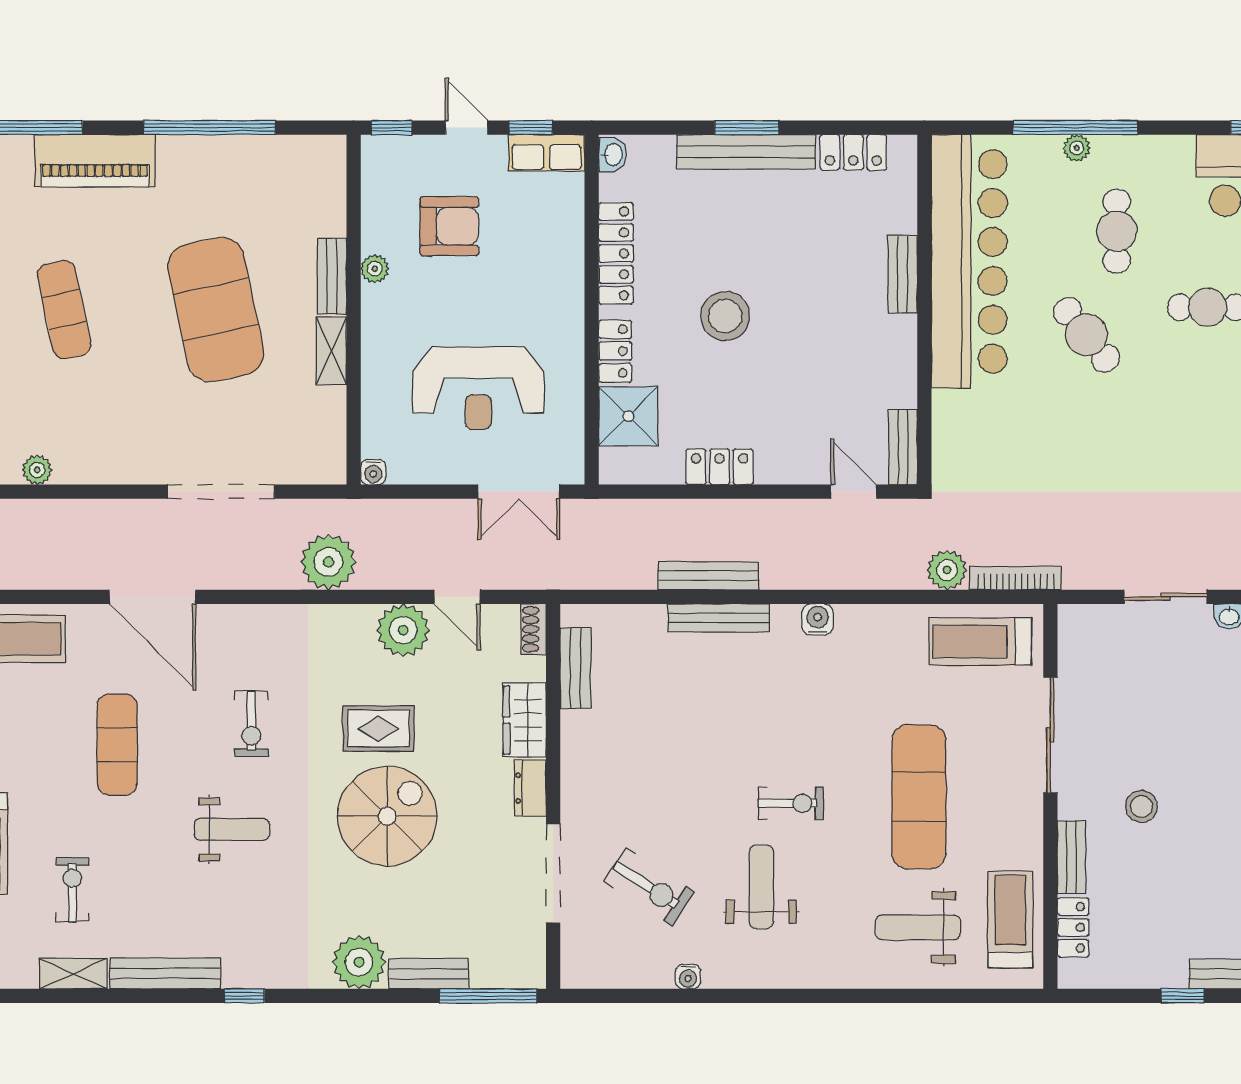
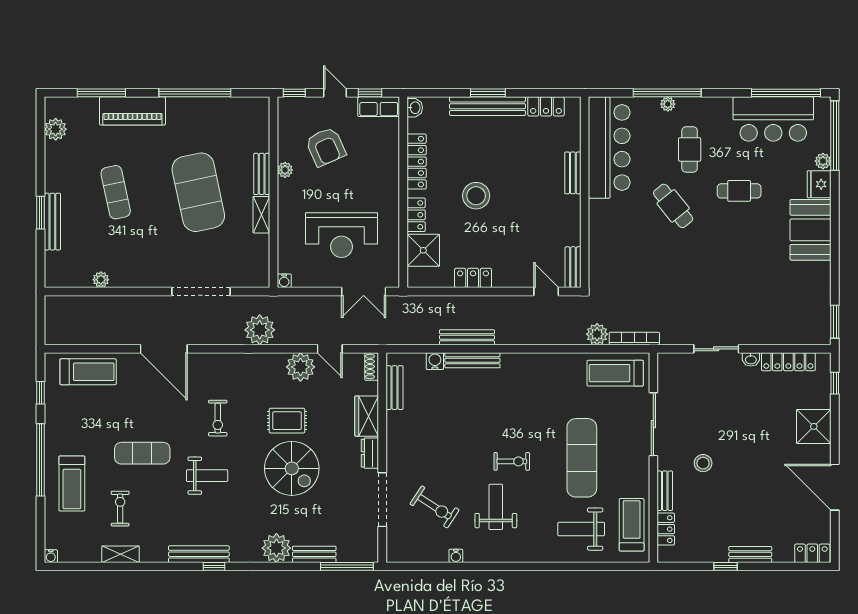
armchair: (449, 226) -> (326, 147), turned 66
bar counter: (969, 261) -> (609, 148), width x0.73
water cooler: (818, 619) -> (435, 361), moved
exercise mat: (117, 745) -> (142, 453), moved, turned 90
spiral stairs: (387, 816) -> (292, 468), turned 90
bench: (165, 973) -> (199, 554), moved

